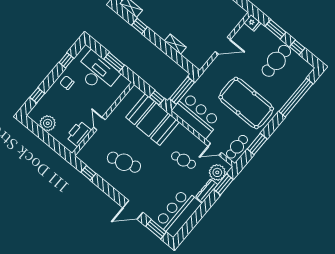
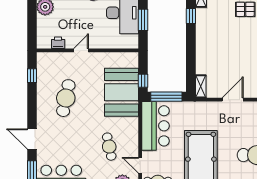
shelving: (175, 44) -> (201, 86), moved
door: (223, 46) -> (233, 100), swing flipped
printer: (79, 134) -> (58, 43), width x0.53, depth x0.68
cafe table: (124, 162) -> (66, 98), turned 30

